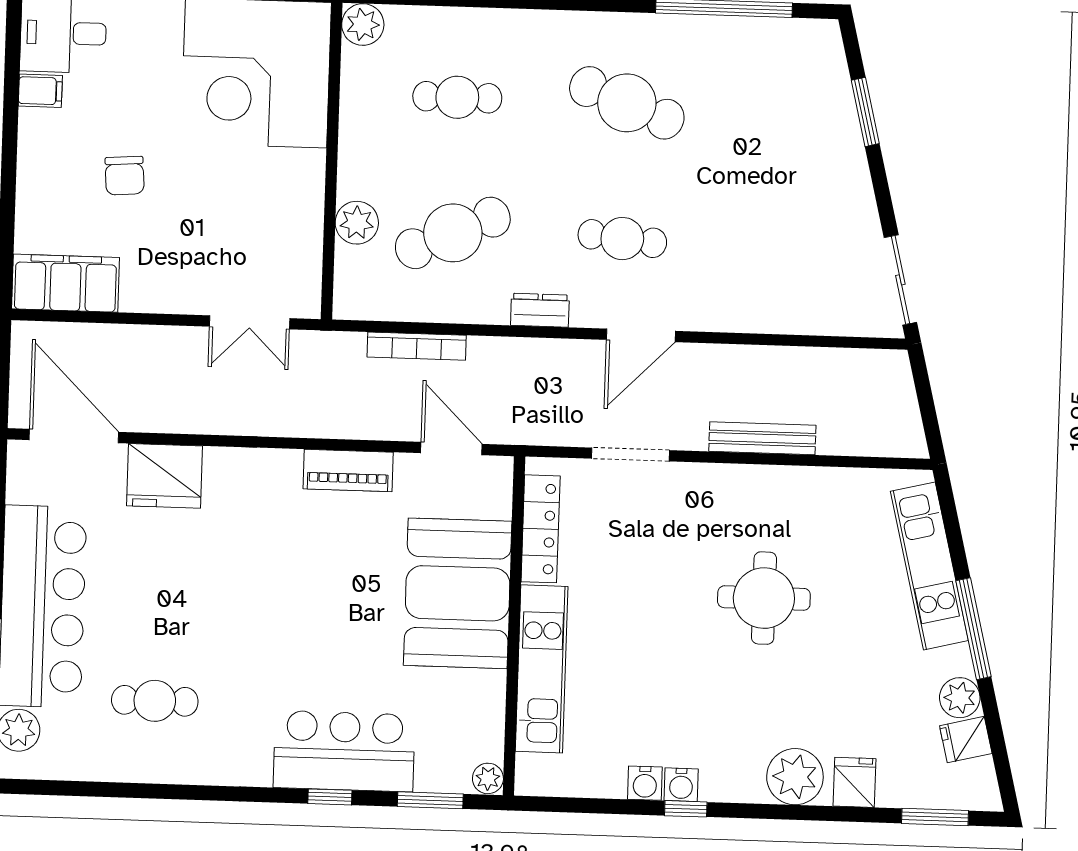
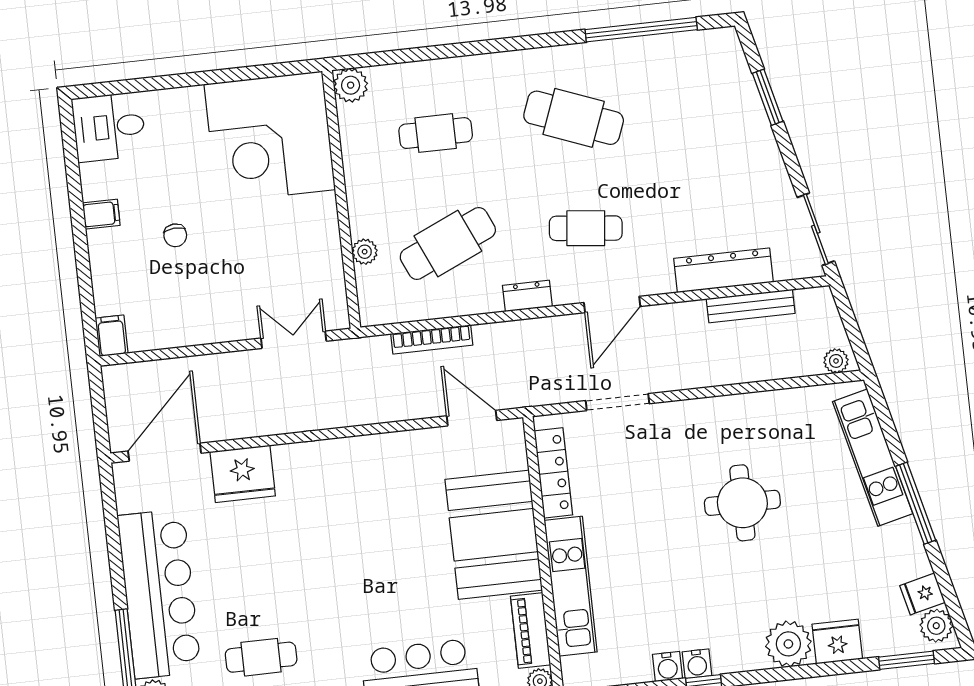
filing cabinet: (40, 91) -> (101, 214), moved
chair: (125, 176) -> (175, 235), width x0.73, depth x0.73
plant: (357, 223) -> (365, 252), width x0.73, depth x0.73
filing cabinet: (65, 283) -> (112, 336), width x0.33, depth x0.86
dresser: (782, 313) -> (724, 270), added
double door: (250, 322) -> (294, 340), swing flipped
door: (74, 436) -> (165, 452), hinge flipped
bench: (762, 438) -> (751, 306), moved
plant: (902, 443) -> (836, 361), added
piano: (348, 471) -> (531, 630), moved, turned 90
plant: (960, 698) -> (936, 626), moved
fridge: (855, 782) -> (837, 642), width x1.38

